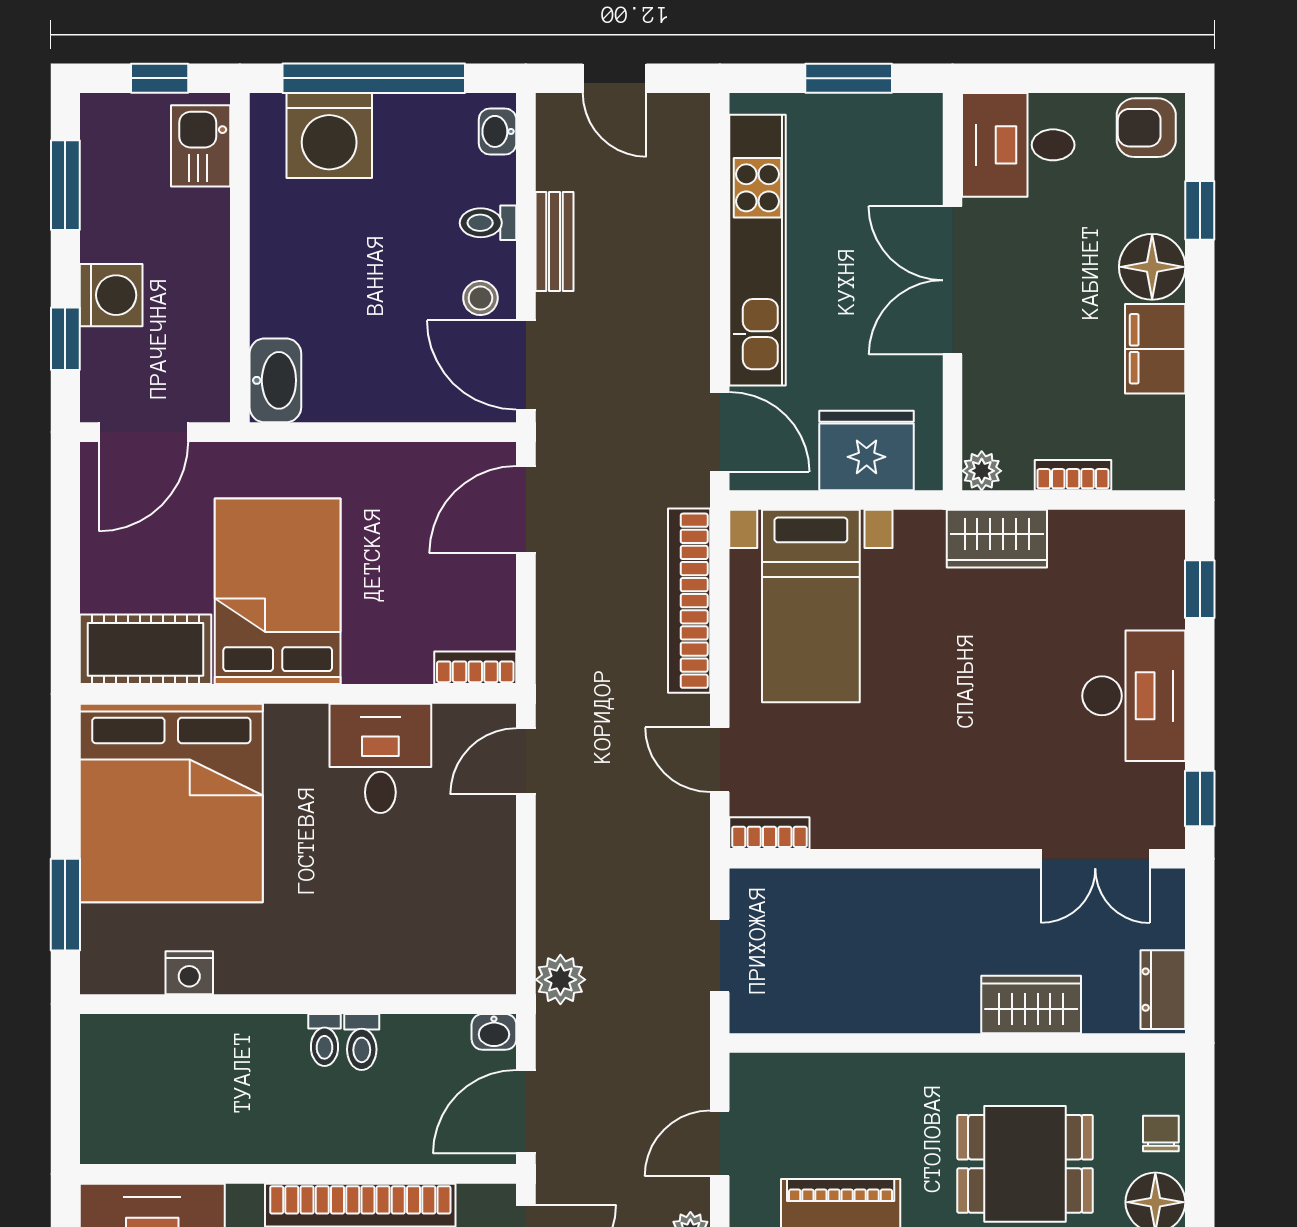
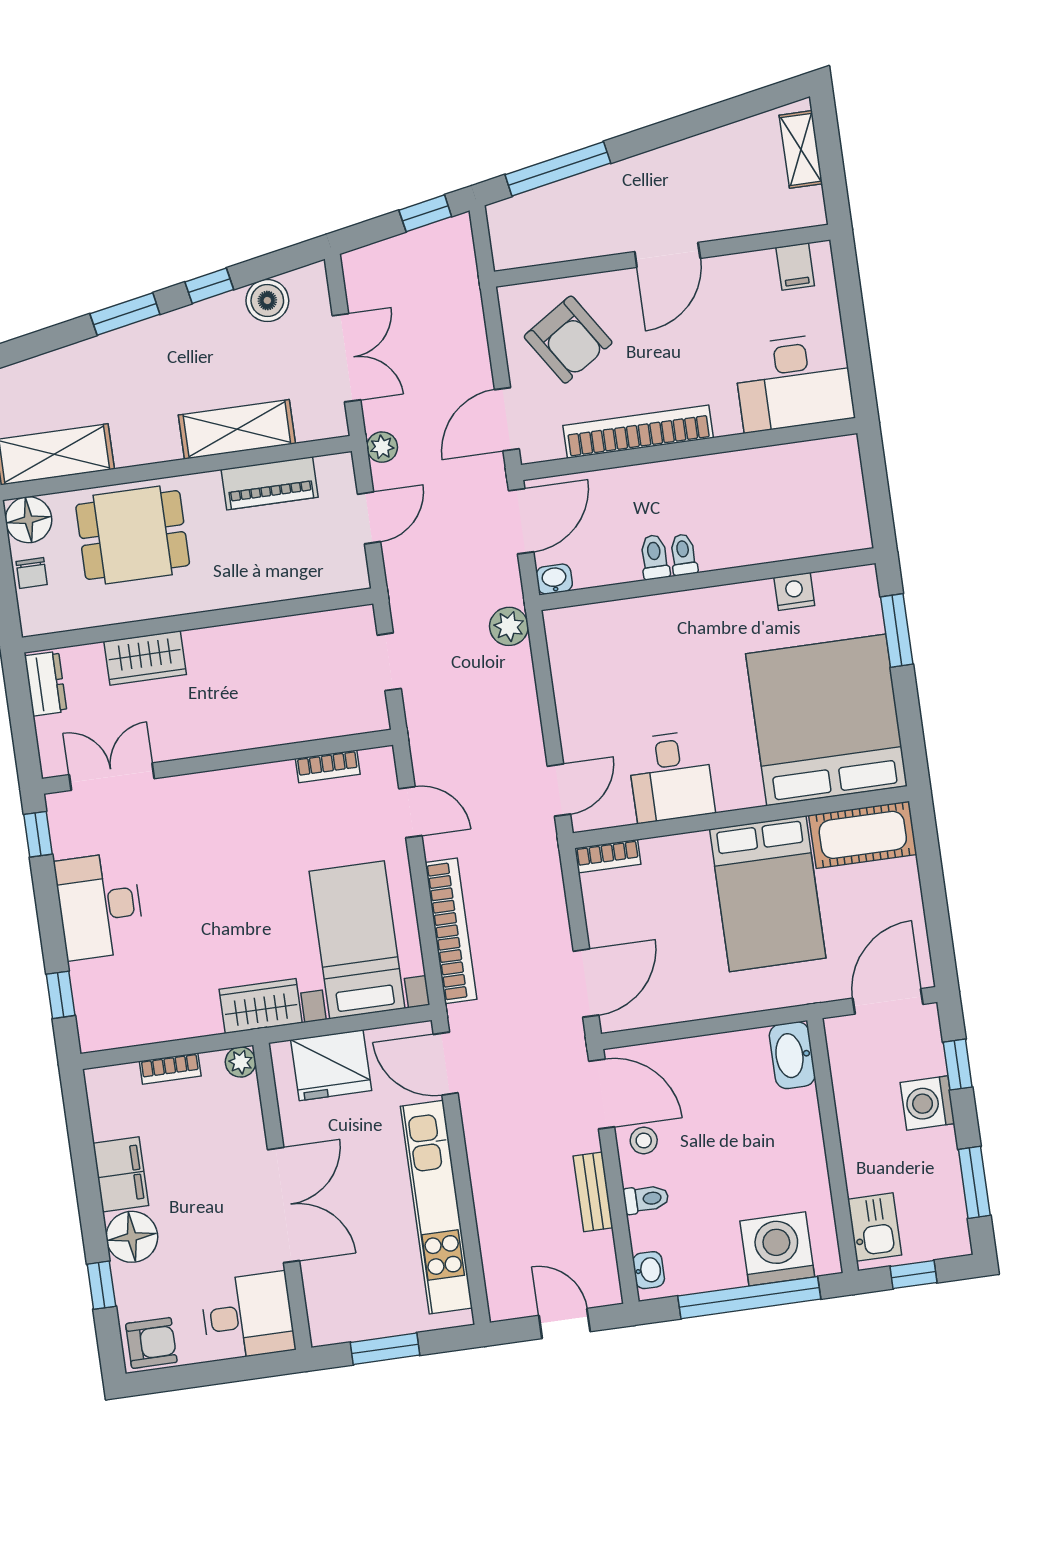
wardrobe: (997, 539) -> (261, 1006), moved
bookcase: (769, 833) -> (328, 766), moved

